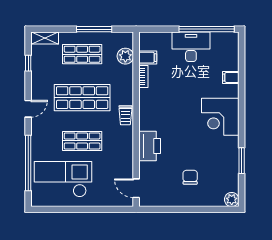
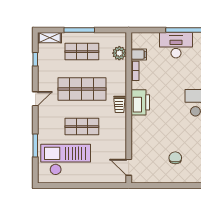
window: (94, 29) -> (79, 30), moved
printer: (150, 146) -> (140, 102), moved
window: (28, 163) -> (35, 146), width x0.47

